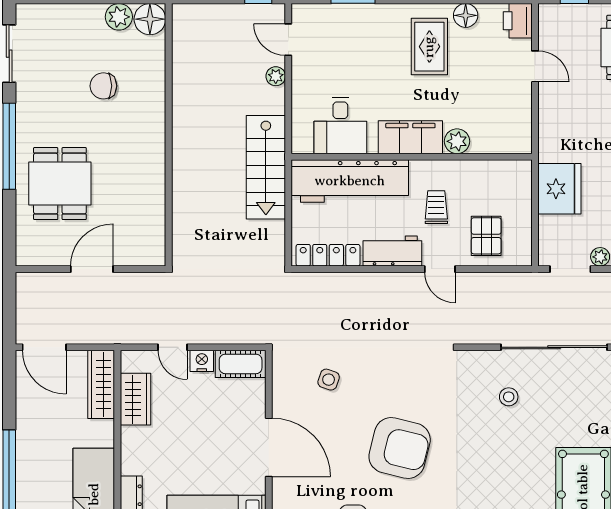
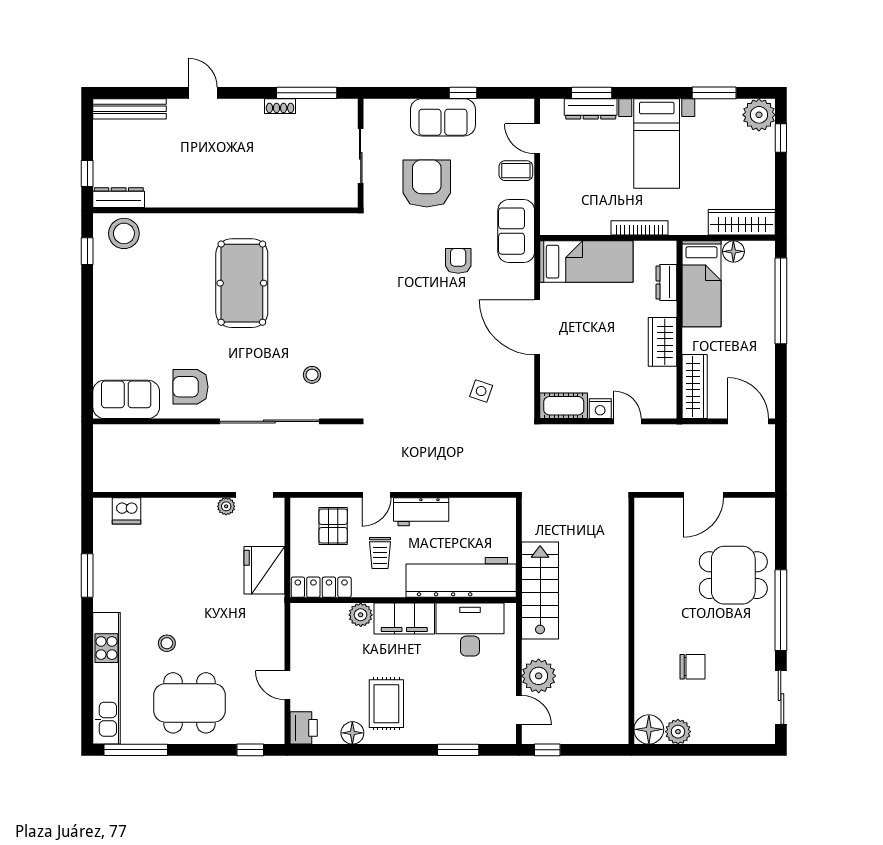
plant: (276, 76) -> (539, 676), width x1.88, depth x1.88
desk: (340, 126) -> (470, 630), width x1.37
dining table: (60, 184) -> (733, 575), turned 90
locker: (328, 255) -> (321, 587), moved, turned 180
door: (440, 269) -> (377, 495), swing flipped
wardrobe: (135, 399) -> (662, 342), moved
armchair: (400, 448) -> (414, 327), removed

